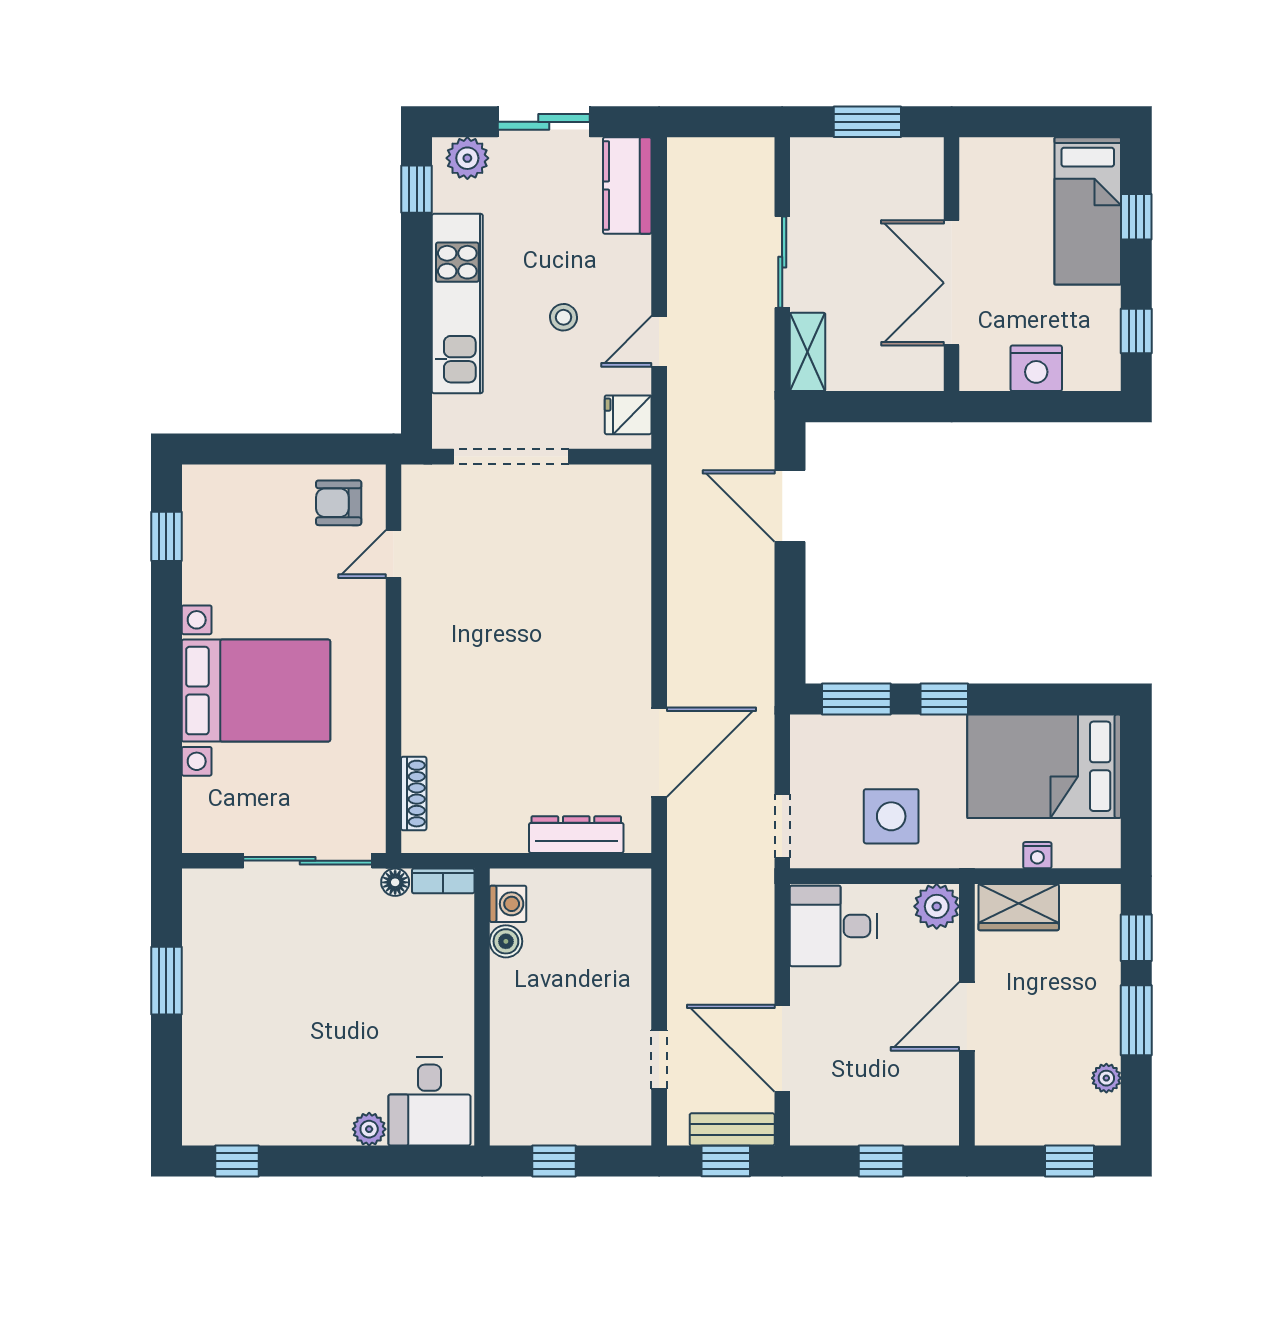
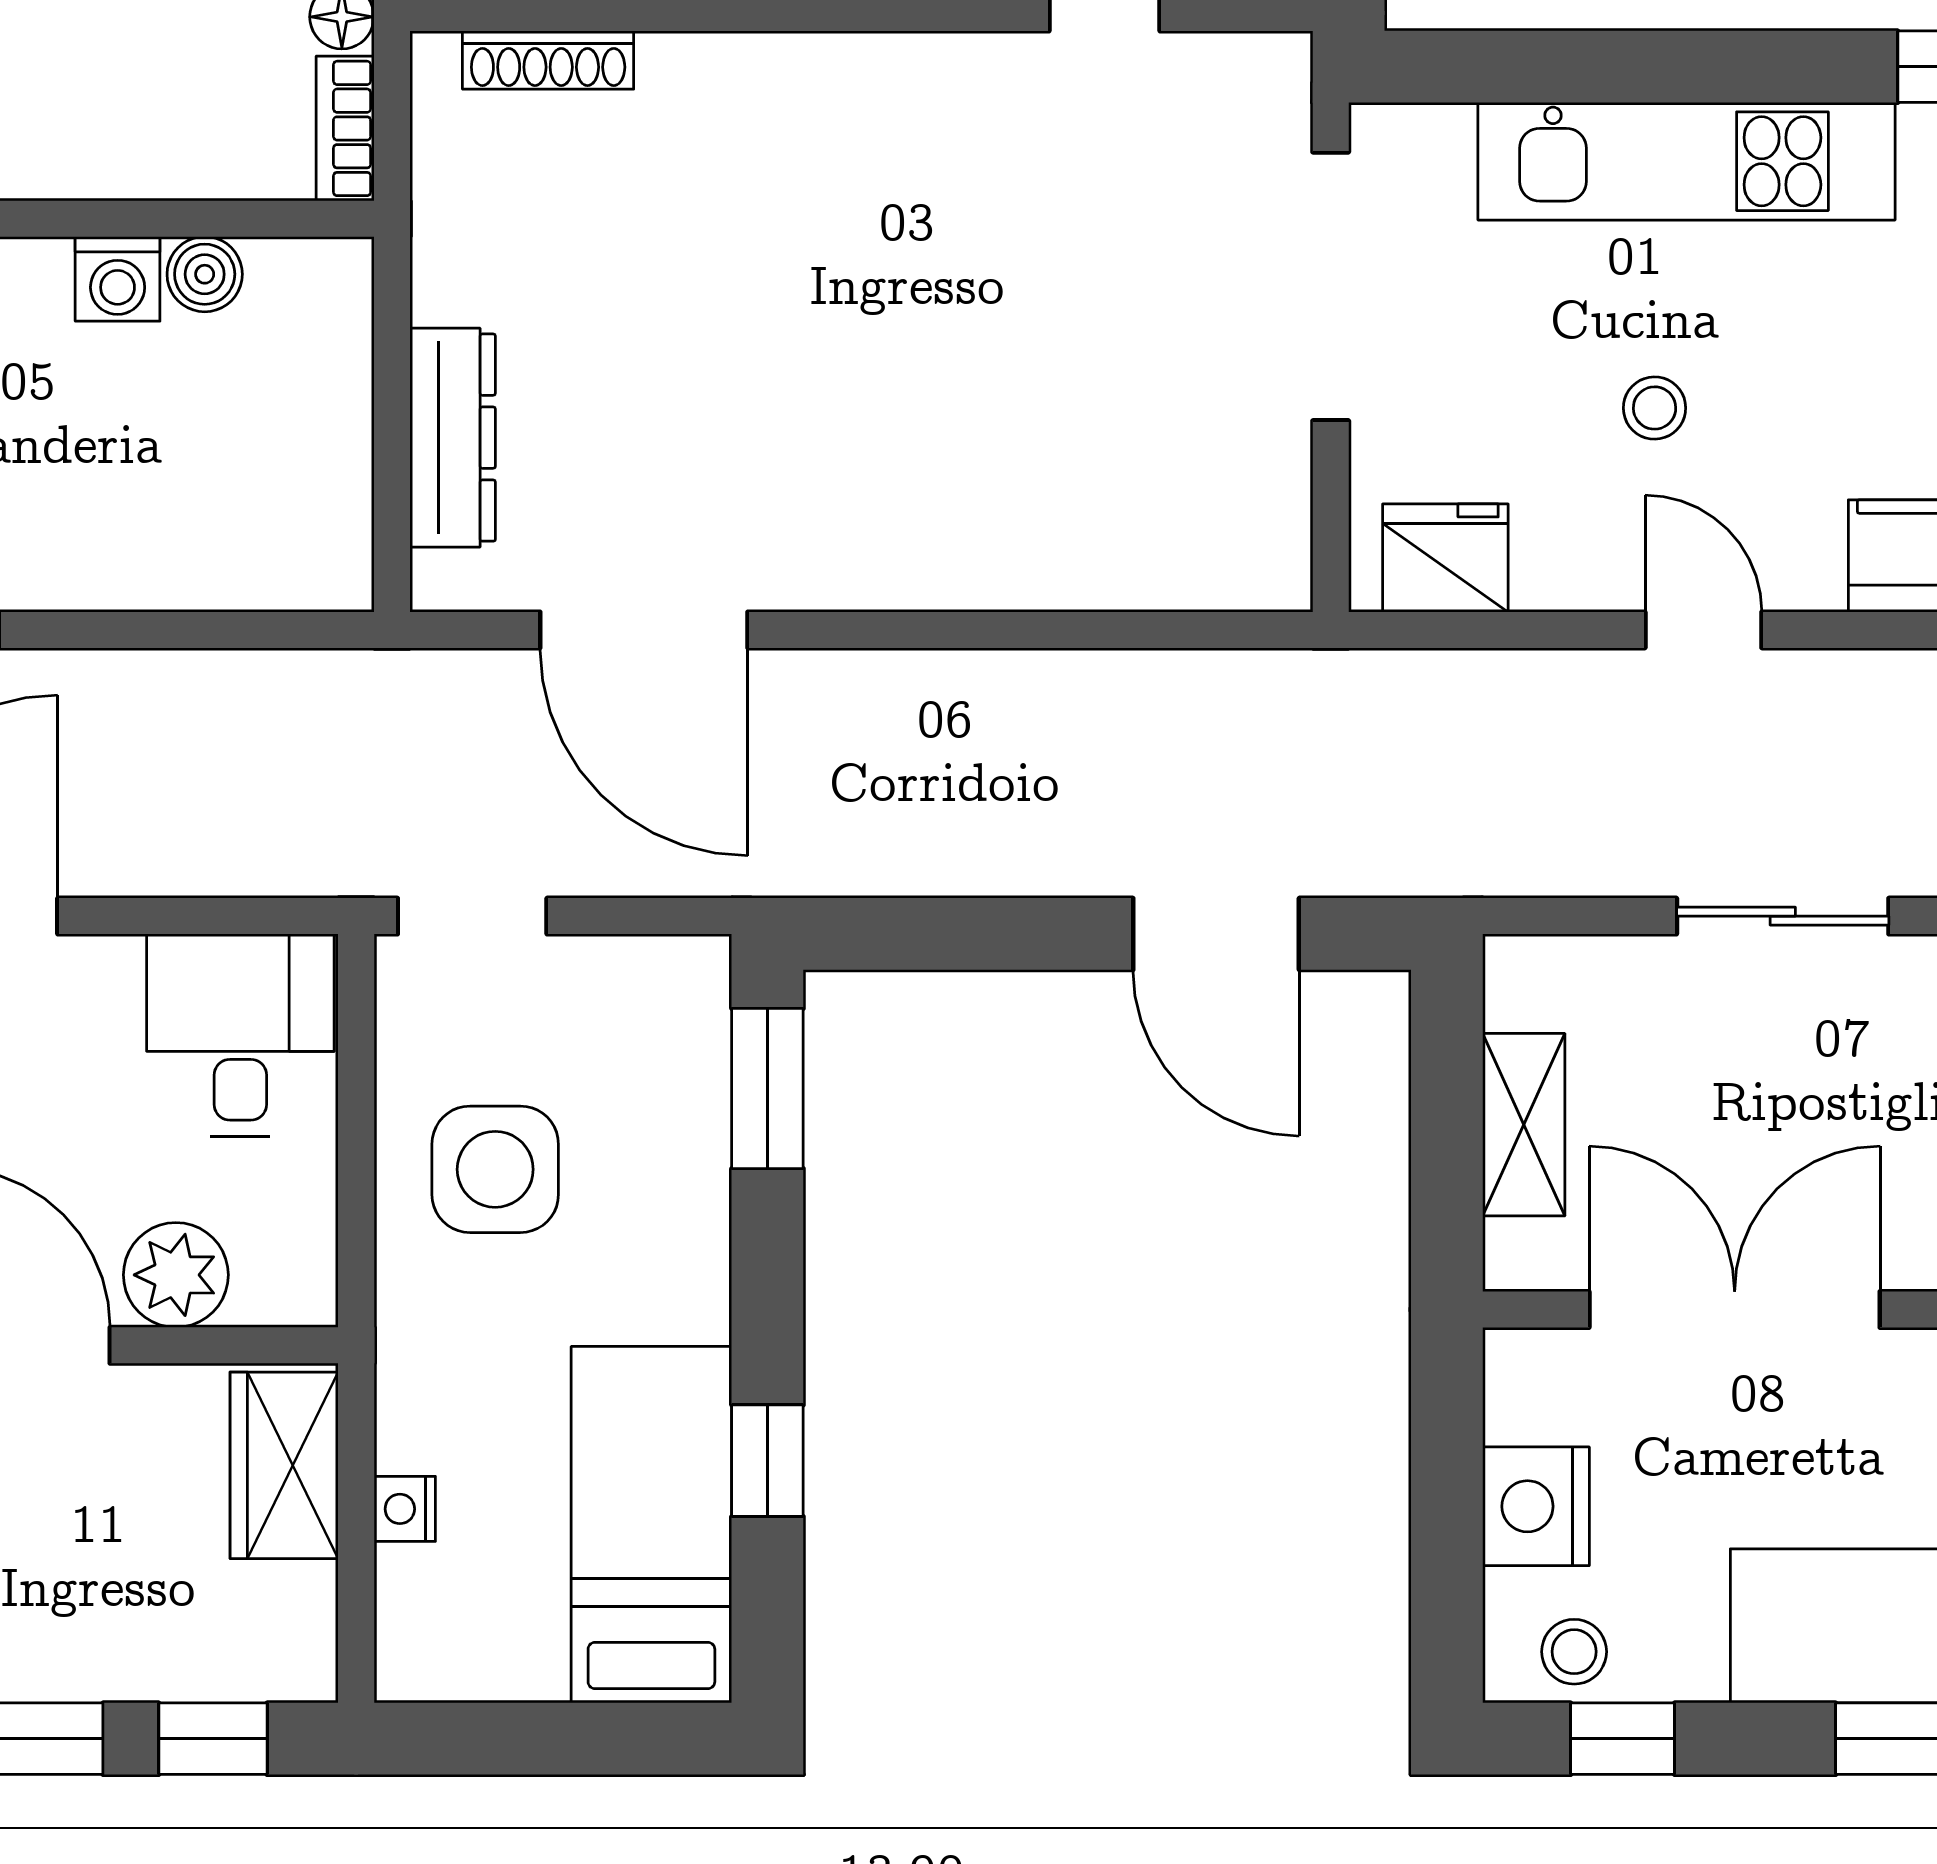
door: (659, 341) -> (1703, 630), moved
shelving: (808, 352) -> (1524, 1125), moved, turned 90
stool: (1099, 352) -> (1574, 1652), added
fridge: (628, 415) -> (1445, 558), width x1.38
door: (790, 506) -> (1216, 934), swing flipped
window: (944, 699) -> (767, 1461), moved
bed: (1044, 766) -> (651, 1525), width x0.67
washing machine: (508, 904) -> (118, 279), moved
plant: (937, 906) -> (176, 1275), moved

